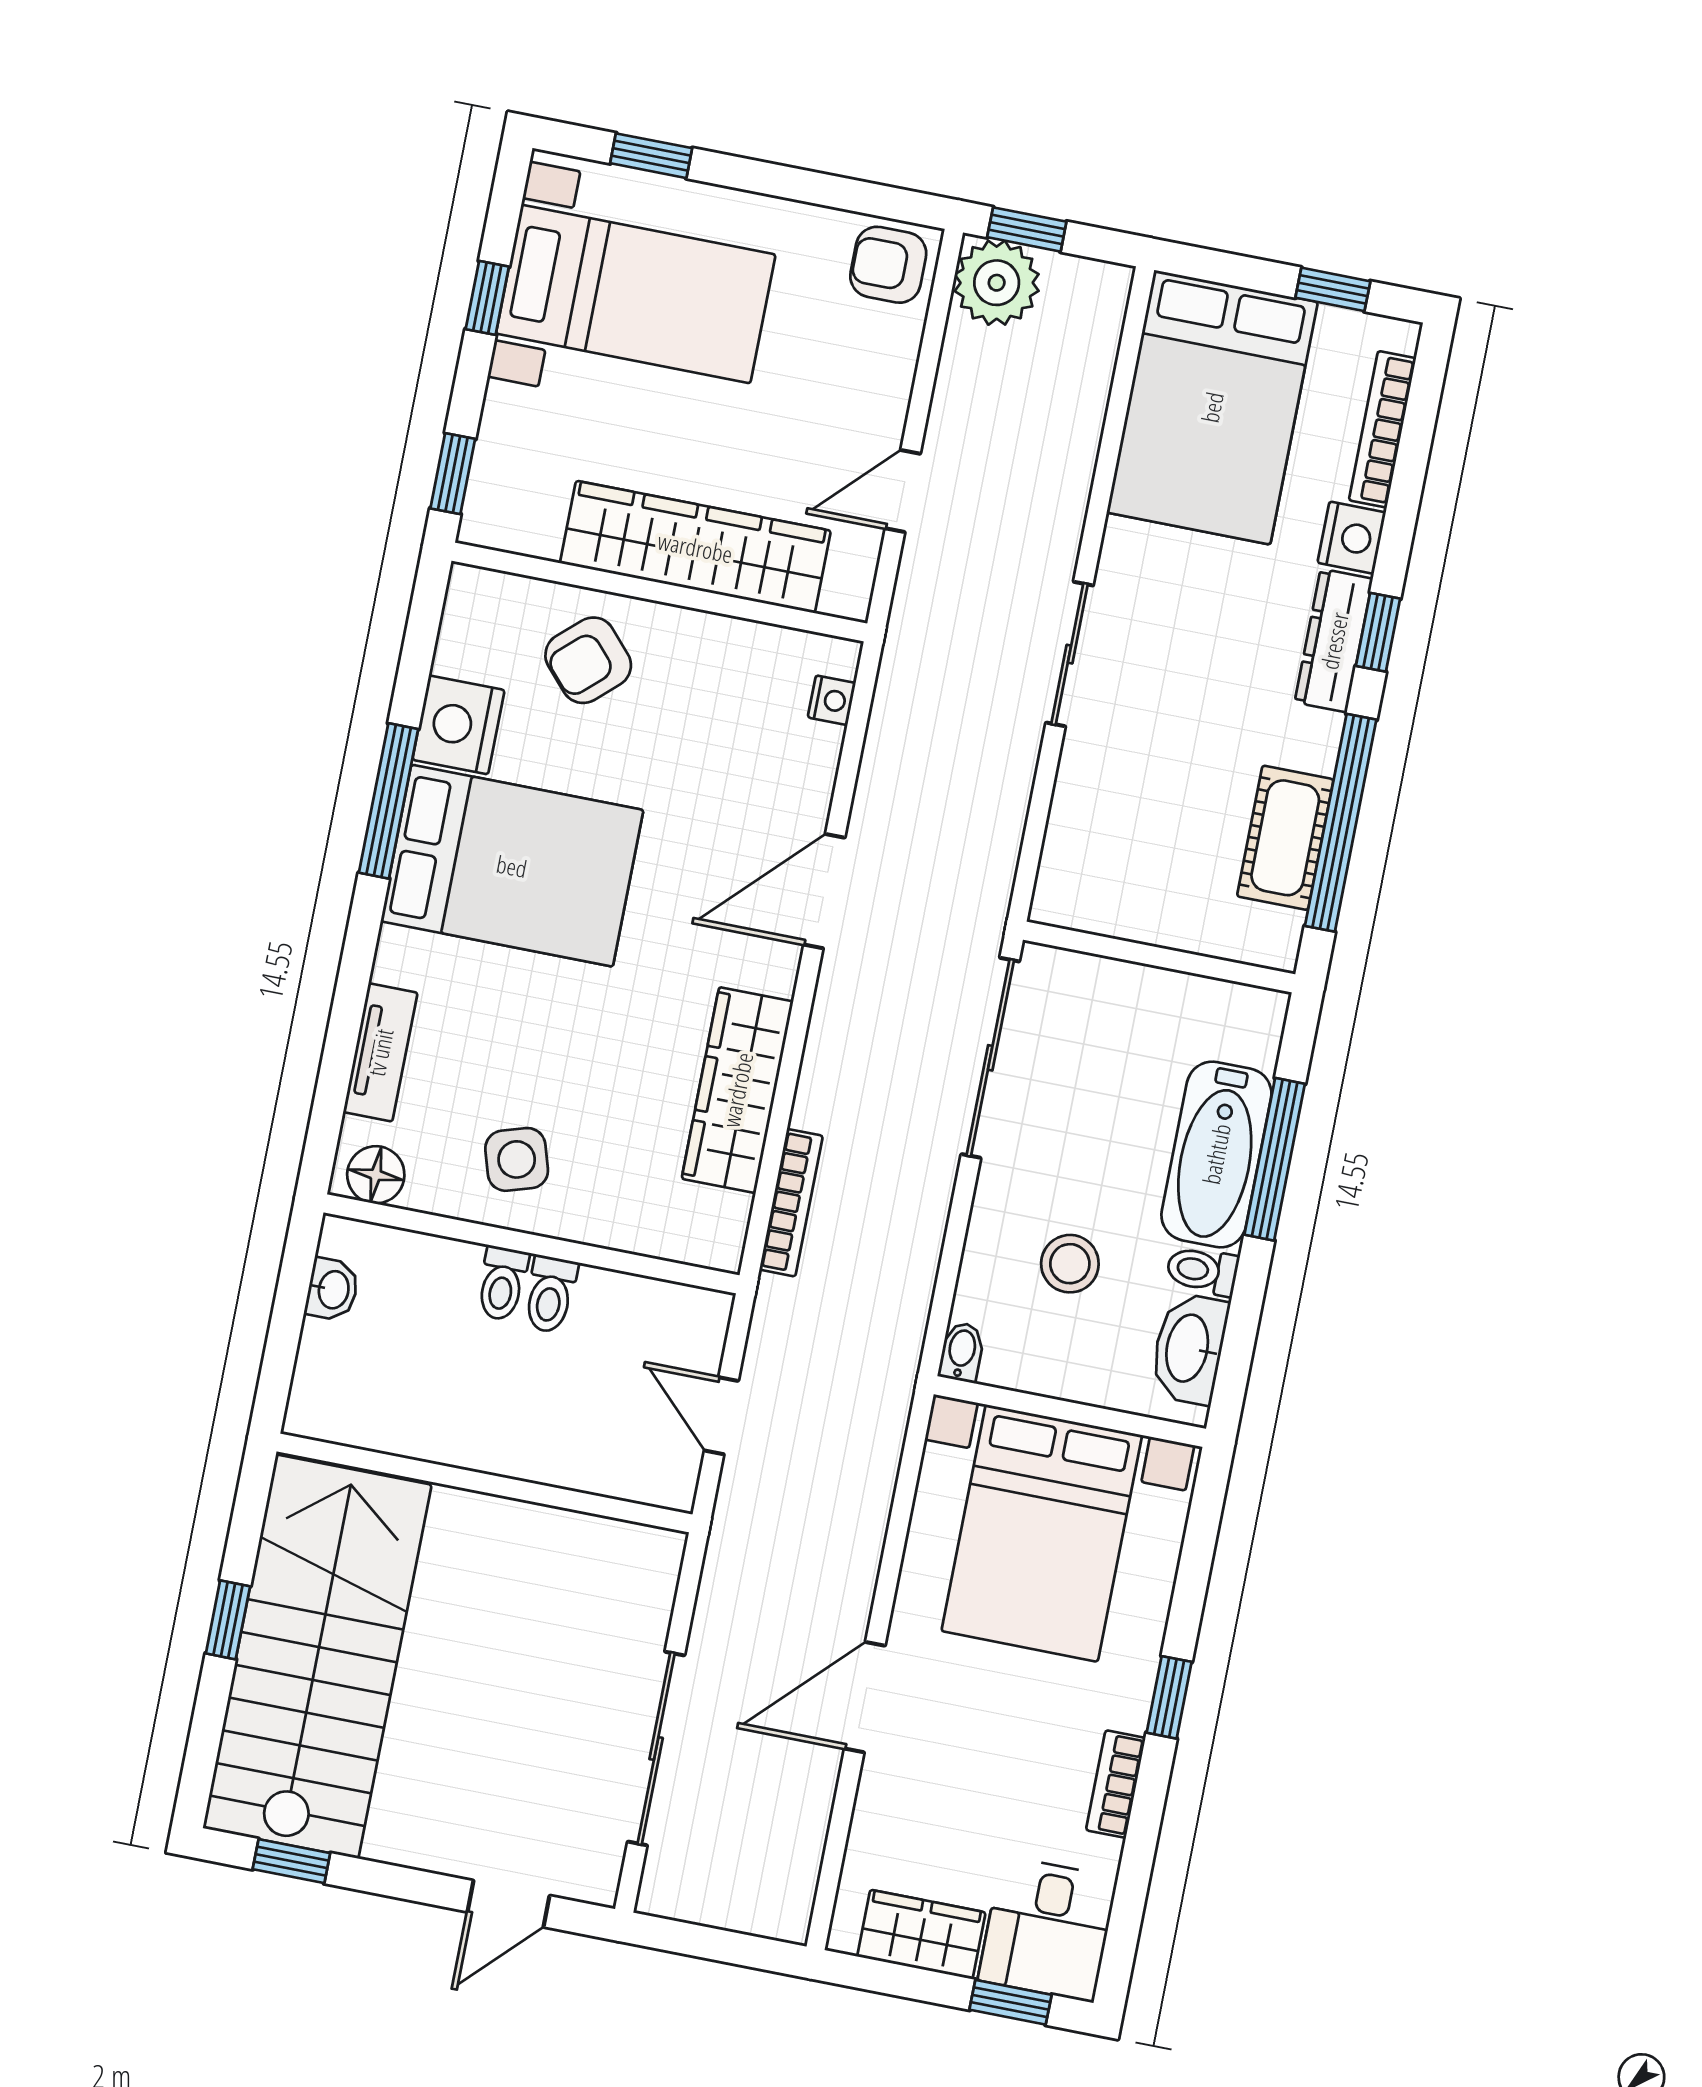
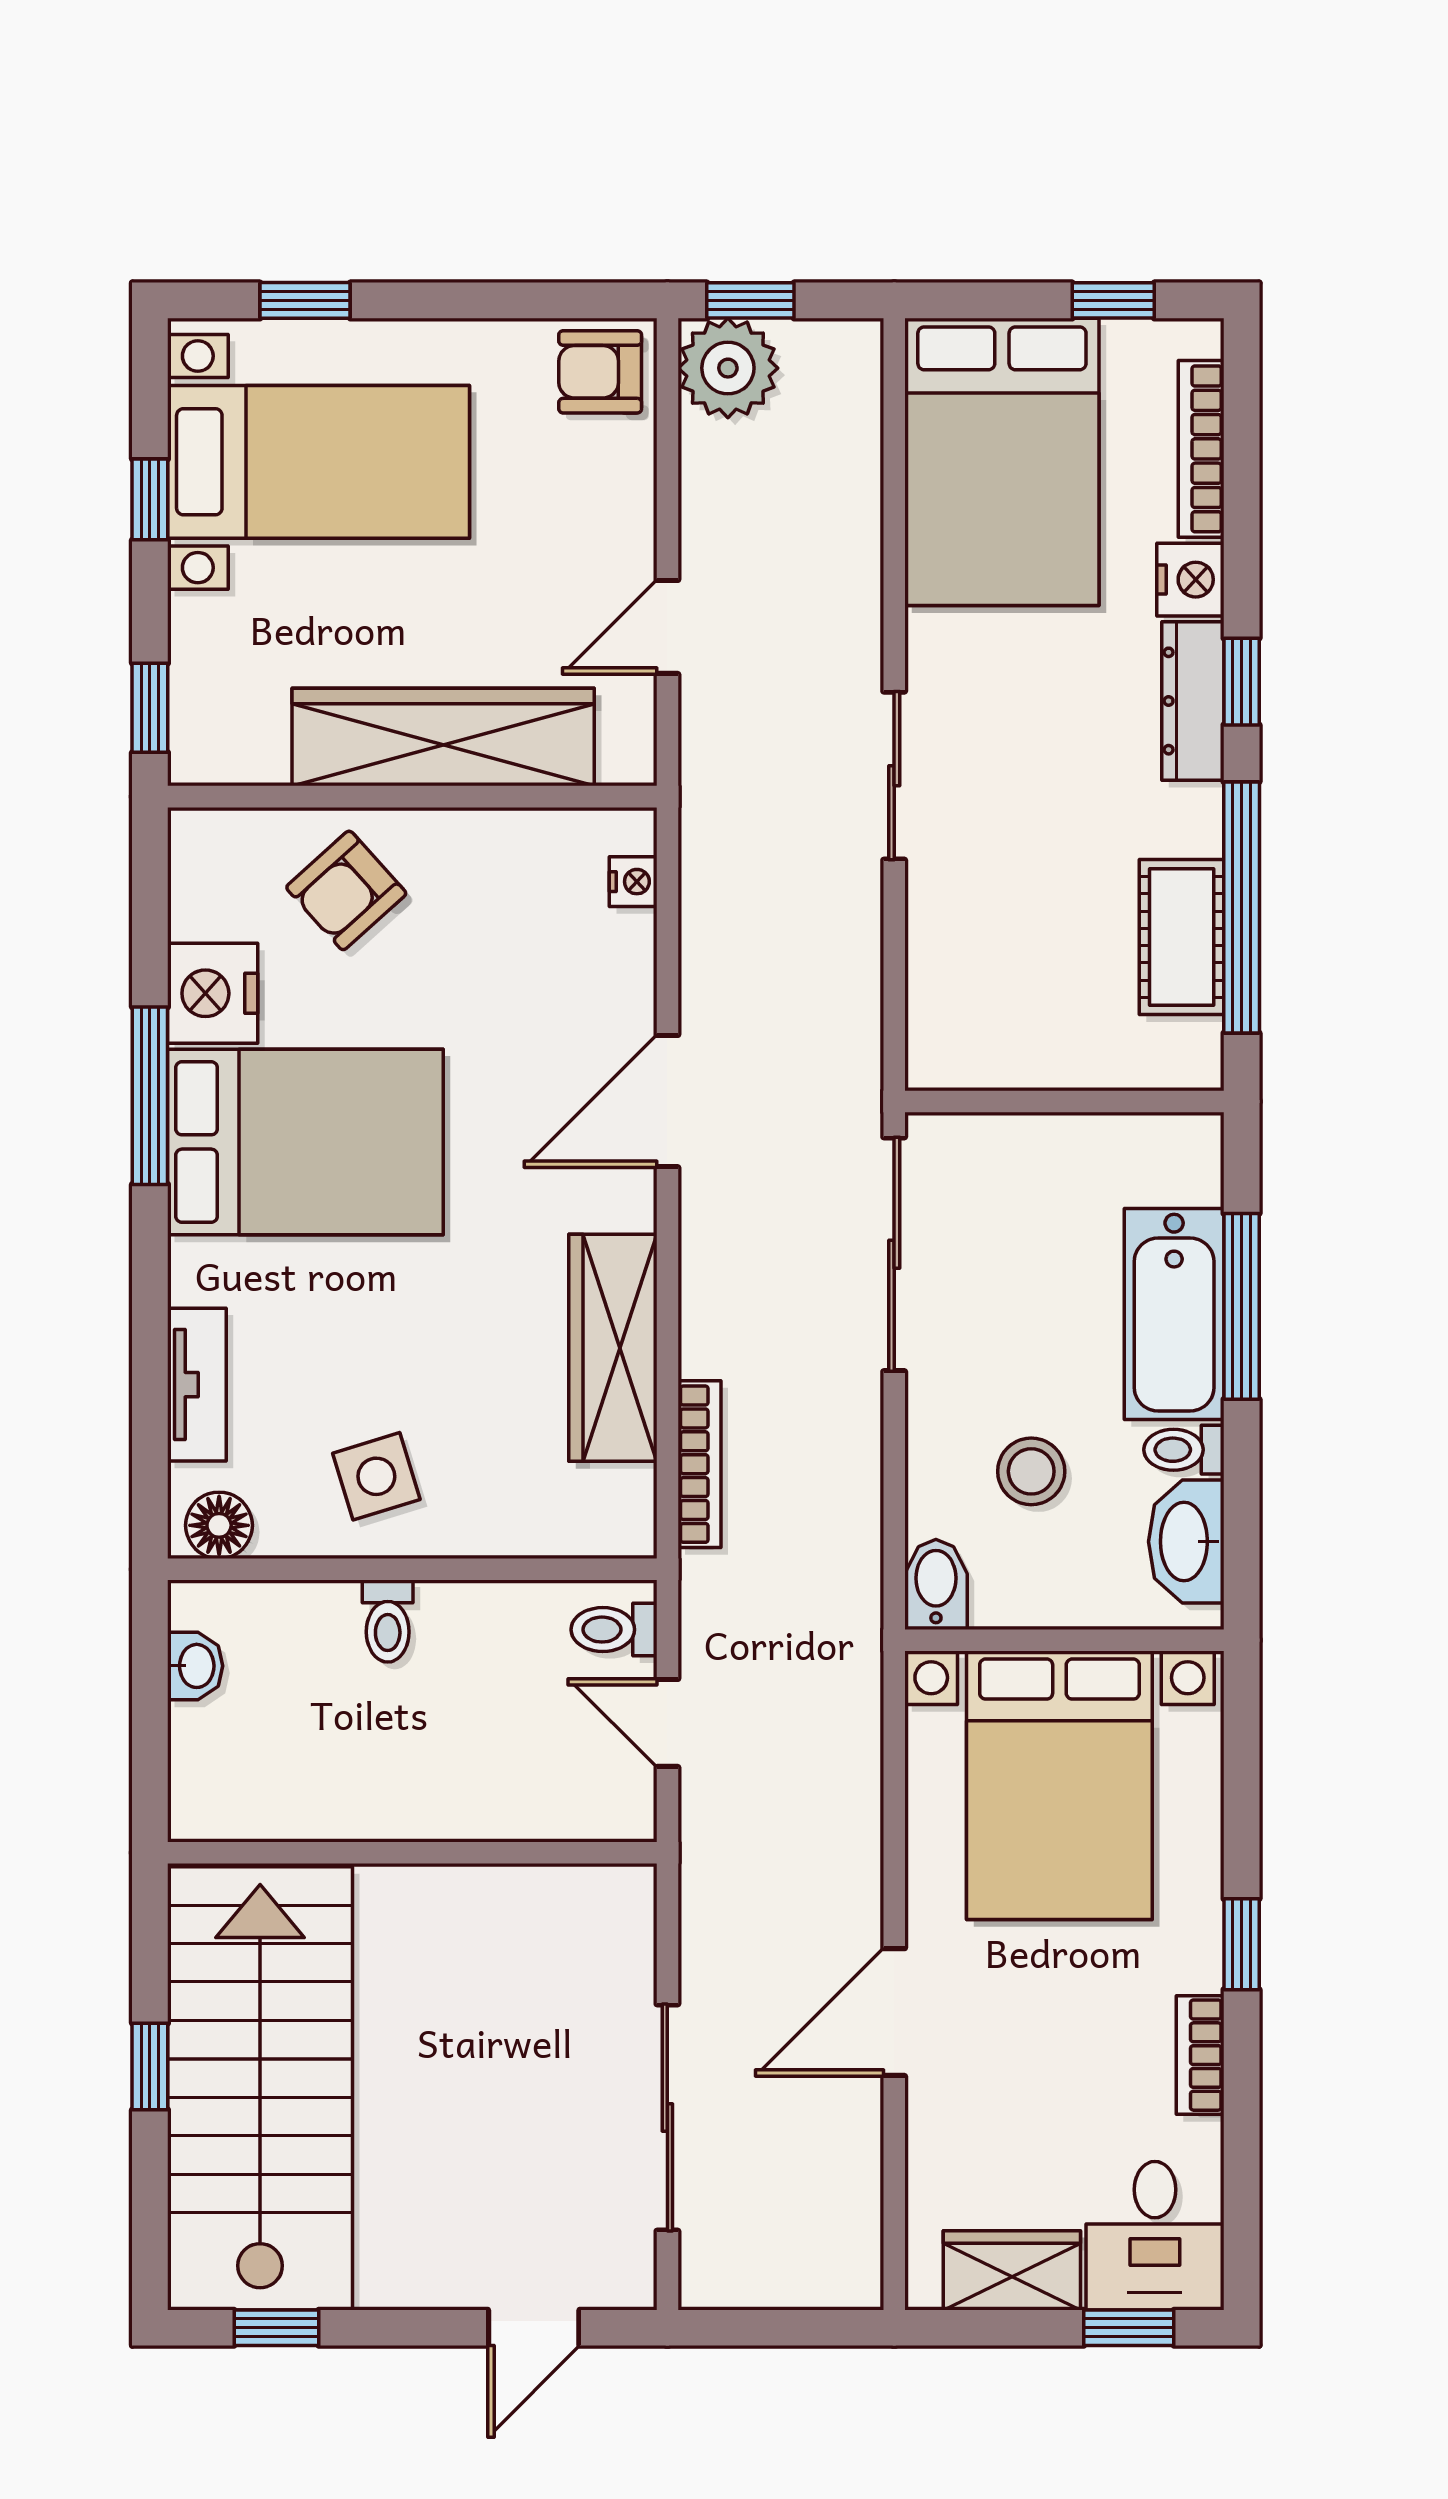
toilet: (550, 1294) -> (614, 1630), moved, turned 90
bidet: (962, 1352) -> (936, 1585), width x1.38, depth x1.36

